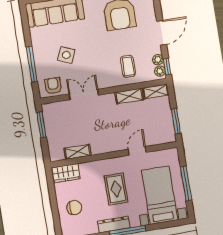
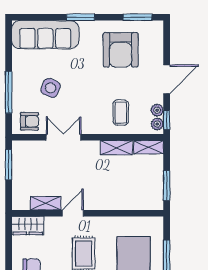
armchair: (53, 86) -> (29, 121), turned 90
door: (137, 151) -> (73, 213), moved

